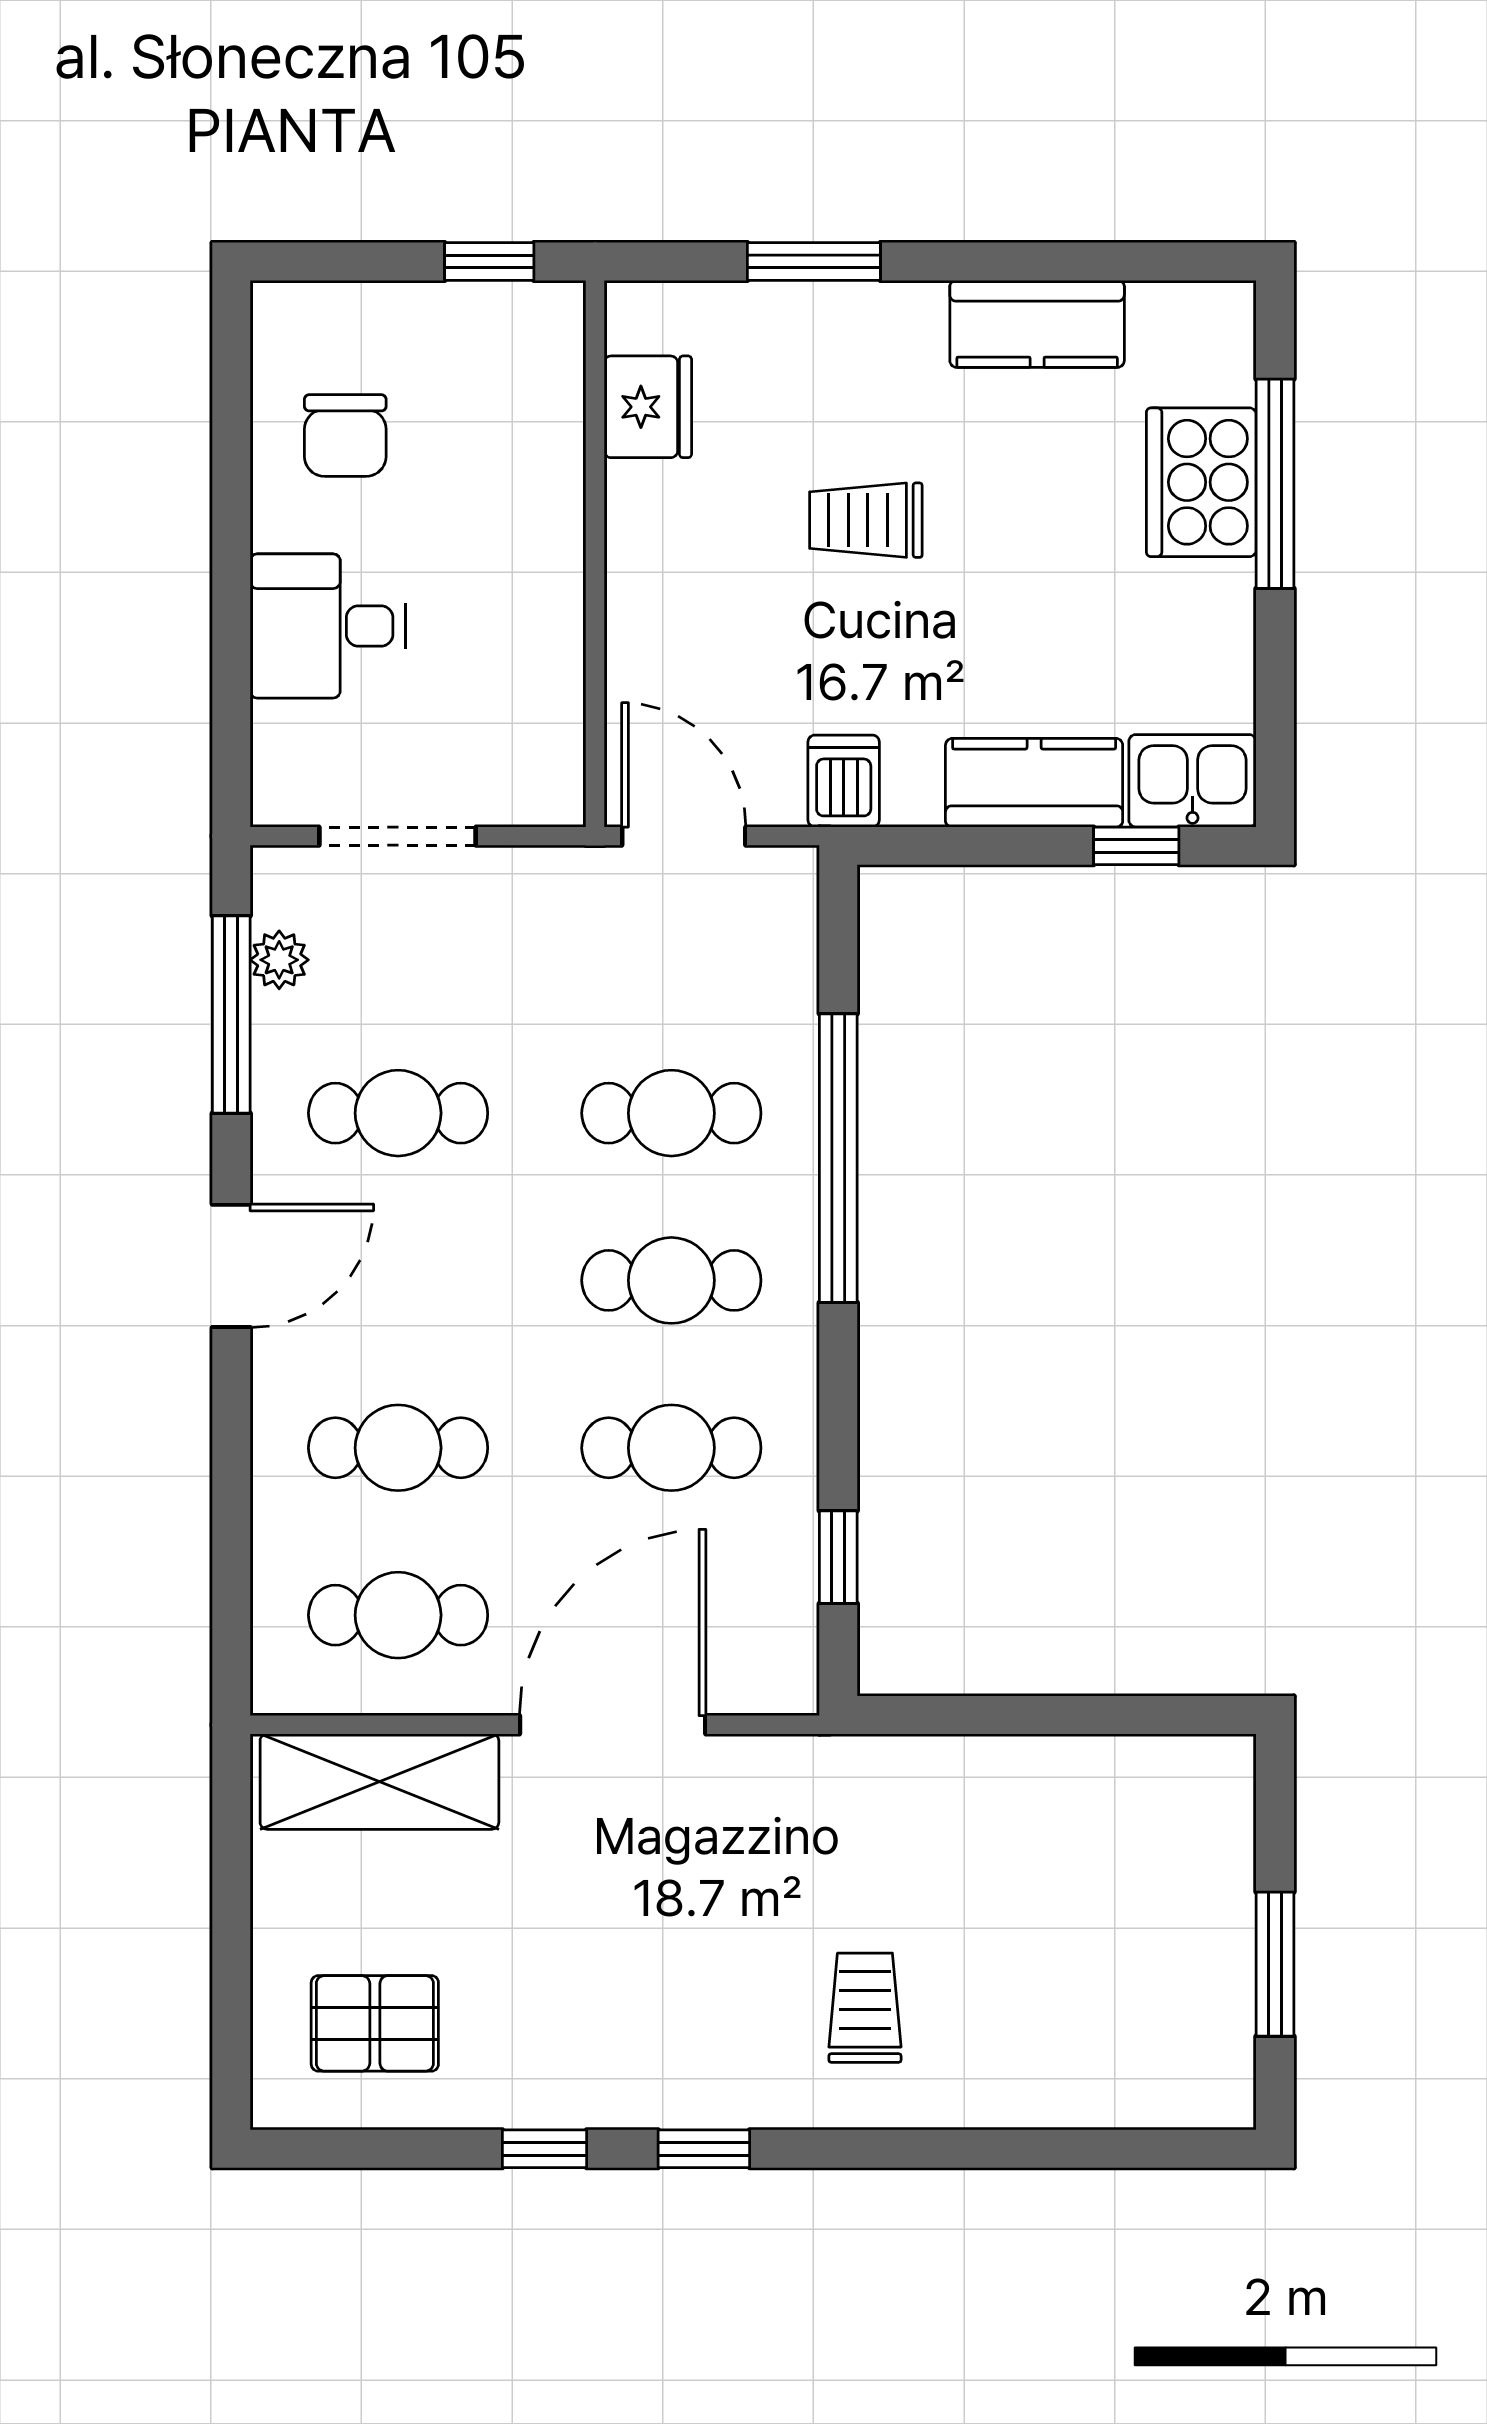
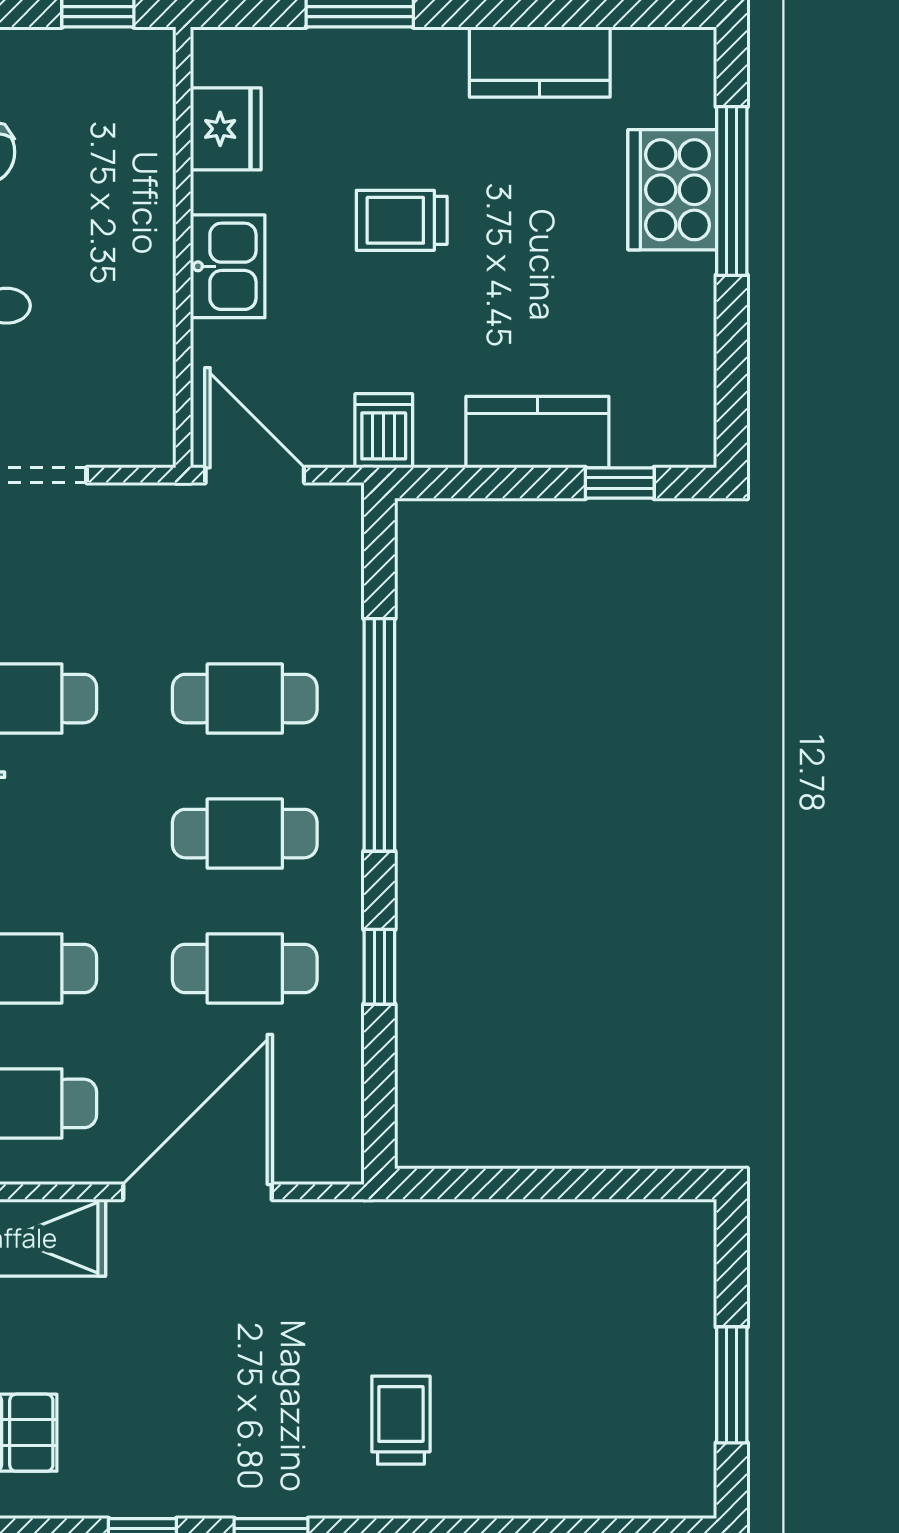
kitchen sink: (1192, 781) -> (228, 266), moved, turned 90
window: (838, 1557) -> (379, 967), moved

